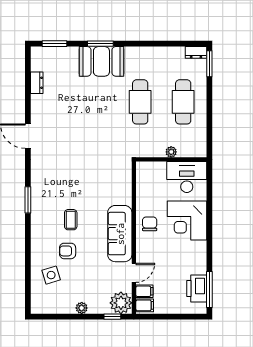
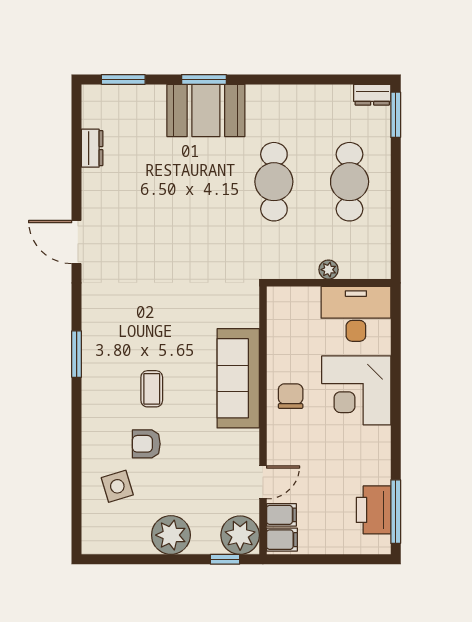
sofa: (120, 234) -> (238, 378), moved
plant: (82, 308) -> (171, 535), width x1.87, depth x1.87

